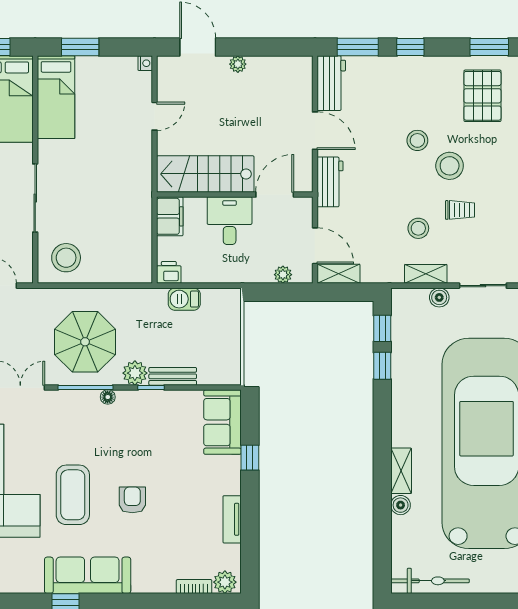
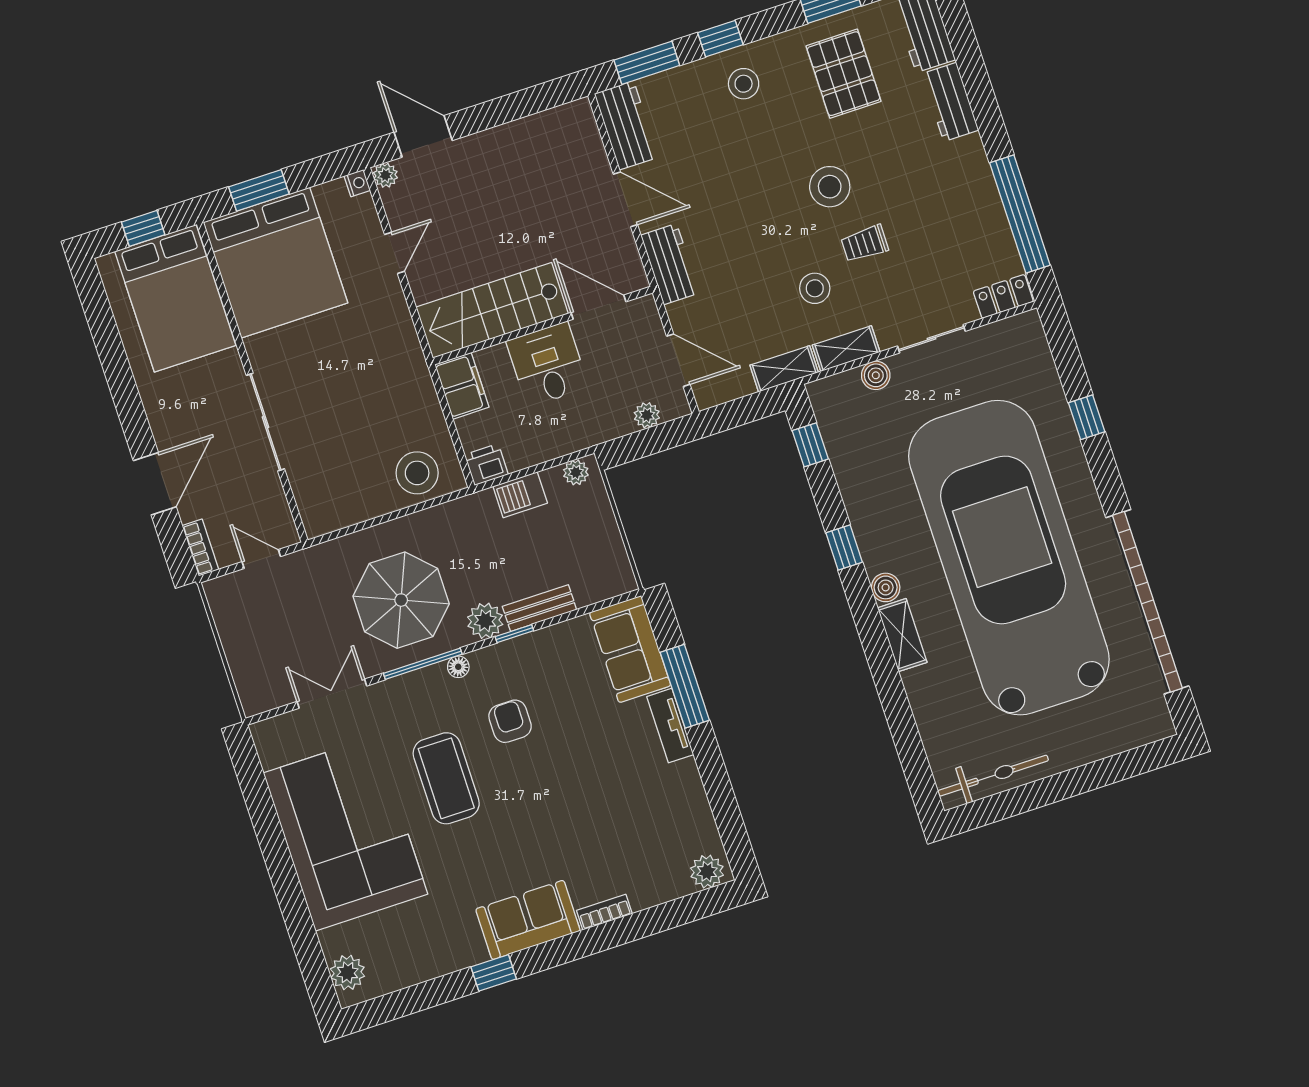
plant: (238, 64) -> (385, 175), moved
bed: (56, 97) -> (275, 263), width x2.04
stool: (417, 140) -> (744, 84), moved
door: (275, 195) -> (599, 307), hinge flipped
trolley: (460, 210) -> (865, 244), turned 180
stool: (66, 258) -> (417, 473), moved
shelving: (339, 274) -> (784, 369), moved
plant: (225, 296) -> (576, 472), added
window: (382, 366) -> (844, 548), moved
window: (250, 458) -> (685, 686), width x2.17
coffee table: (73, 495) -> (446, 778), moved
armchair: (132, 500) -> (510, 721), moved
boiler: (401, 505) -> (886, 587), moved
tv unit: (232, 519) -> (670, 726), moved
sofa: (88, 575) -> (528, 920), width x0.73
bookcase: (194, 587) -> (604, 912), moved

